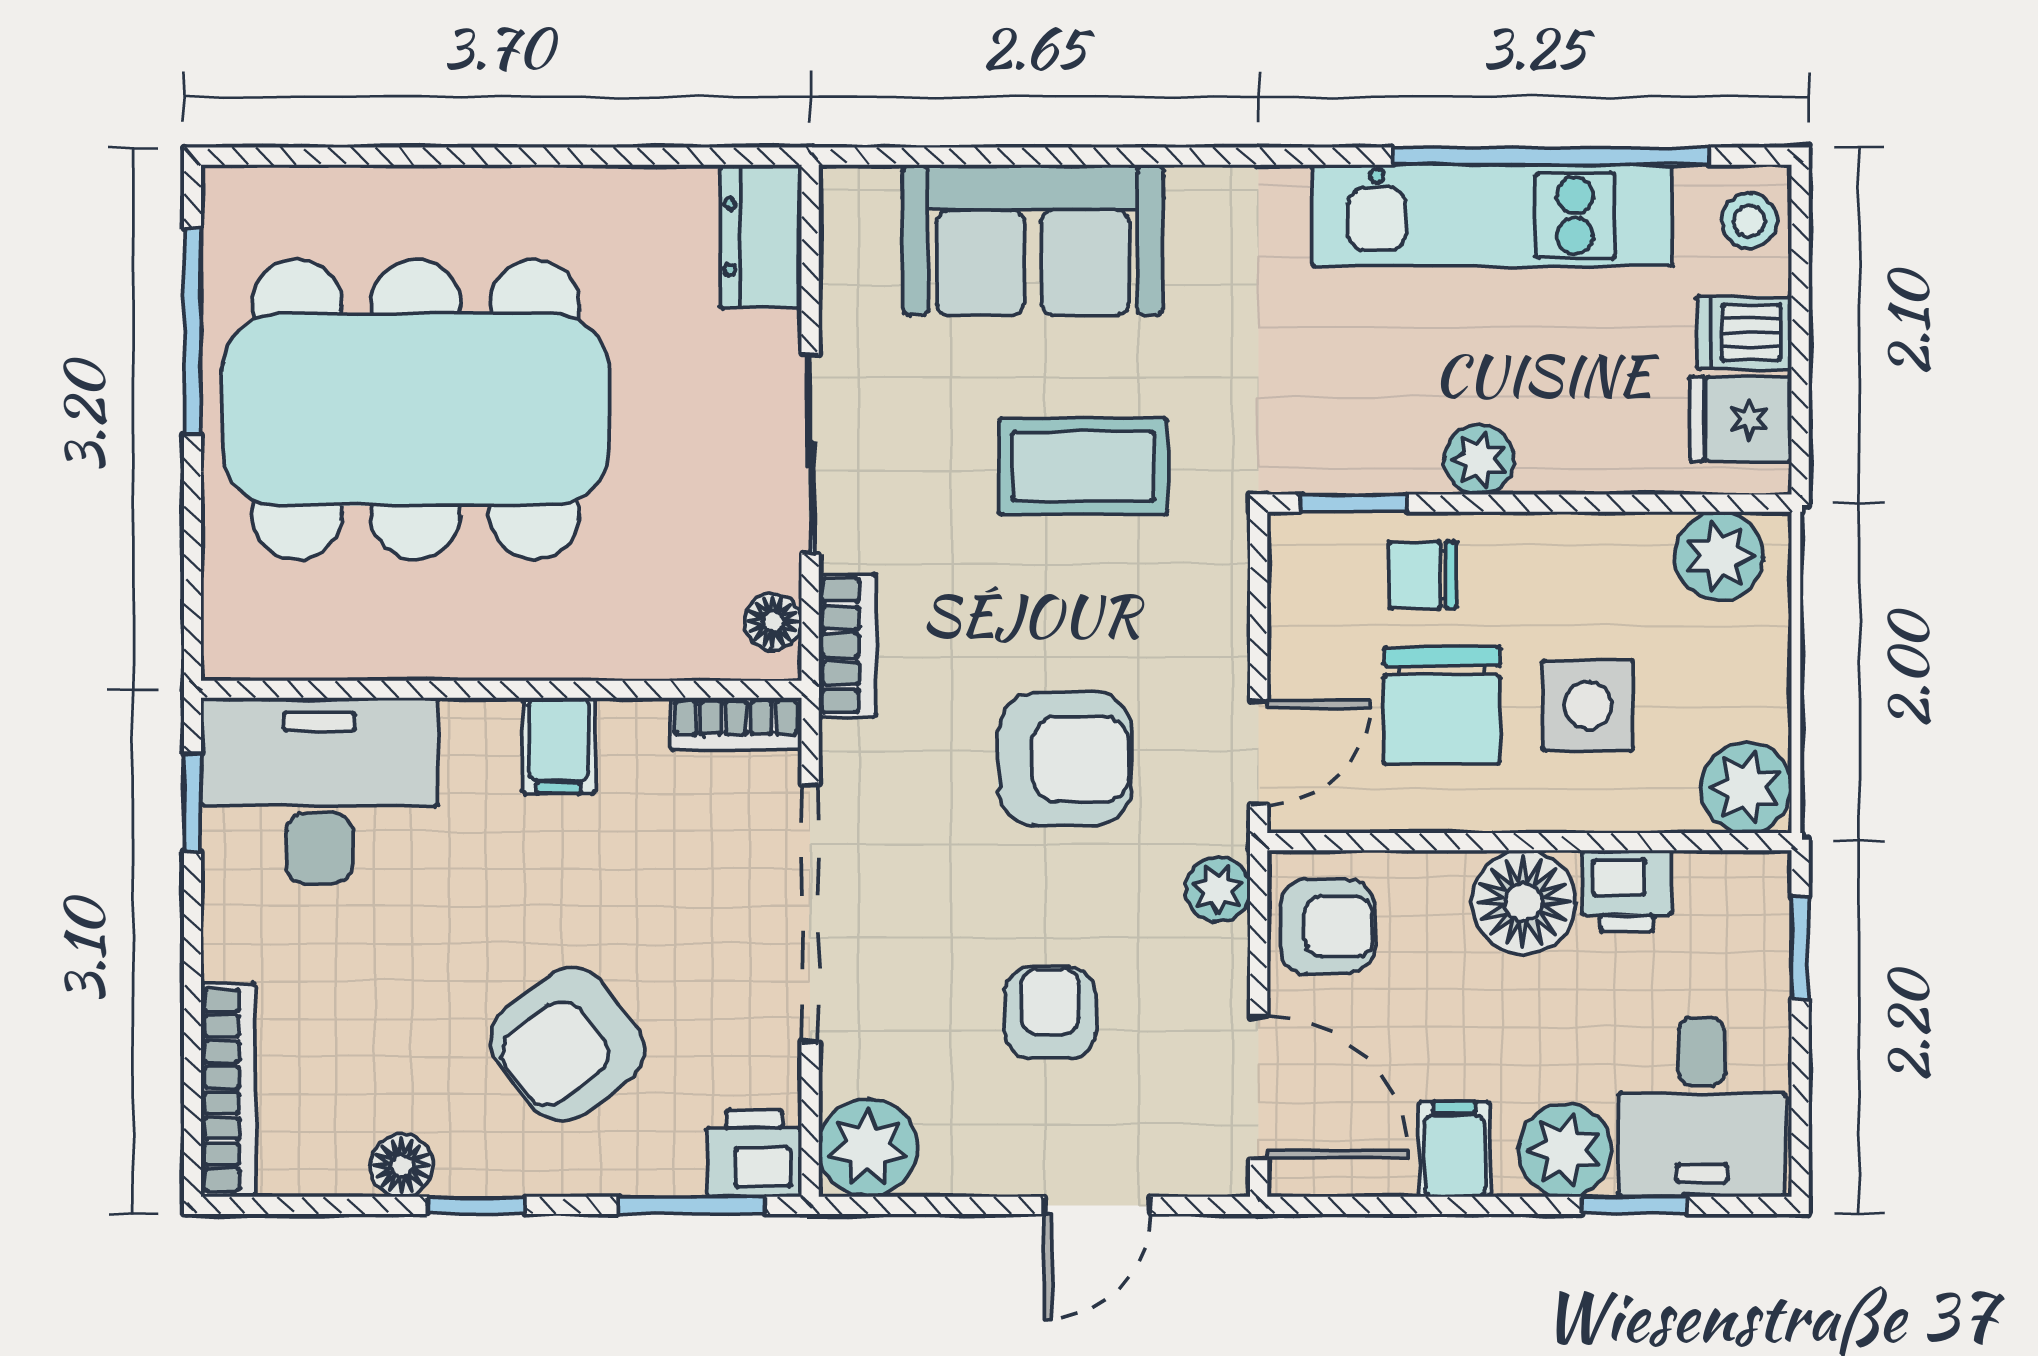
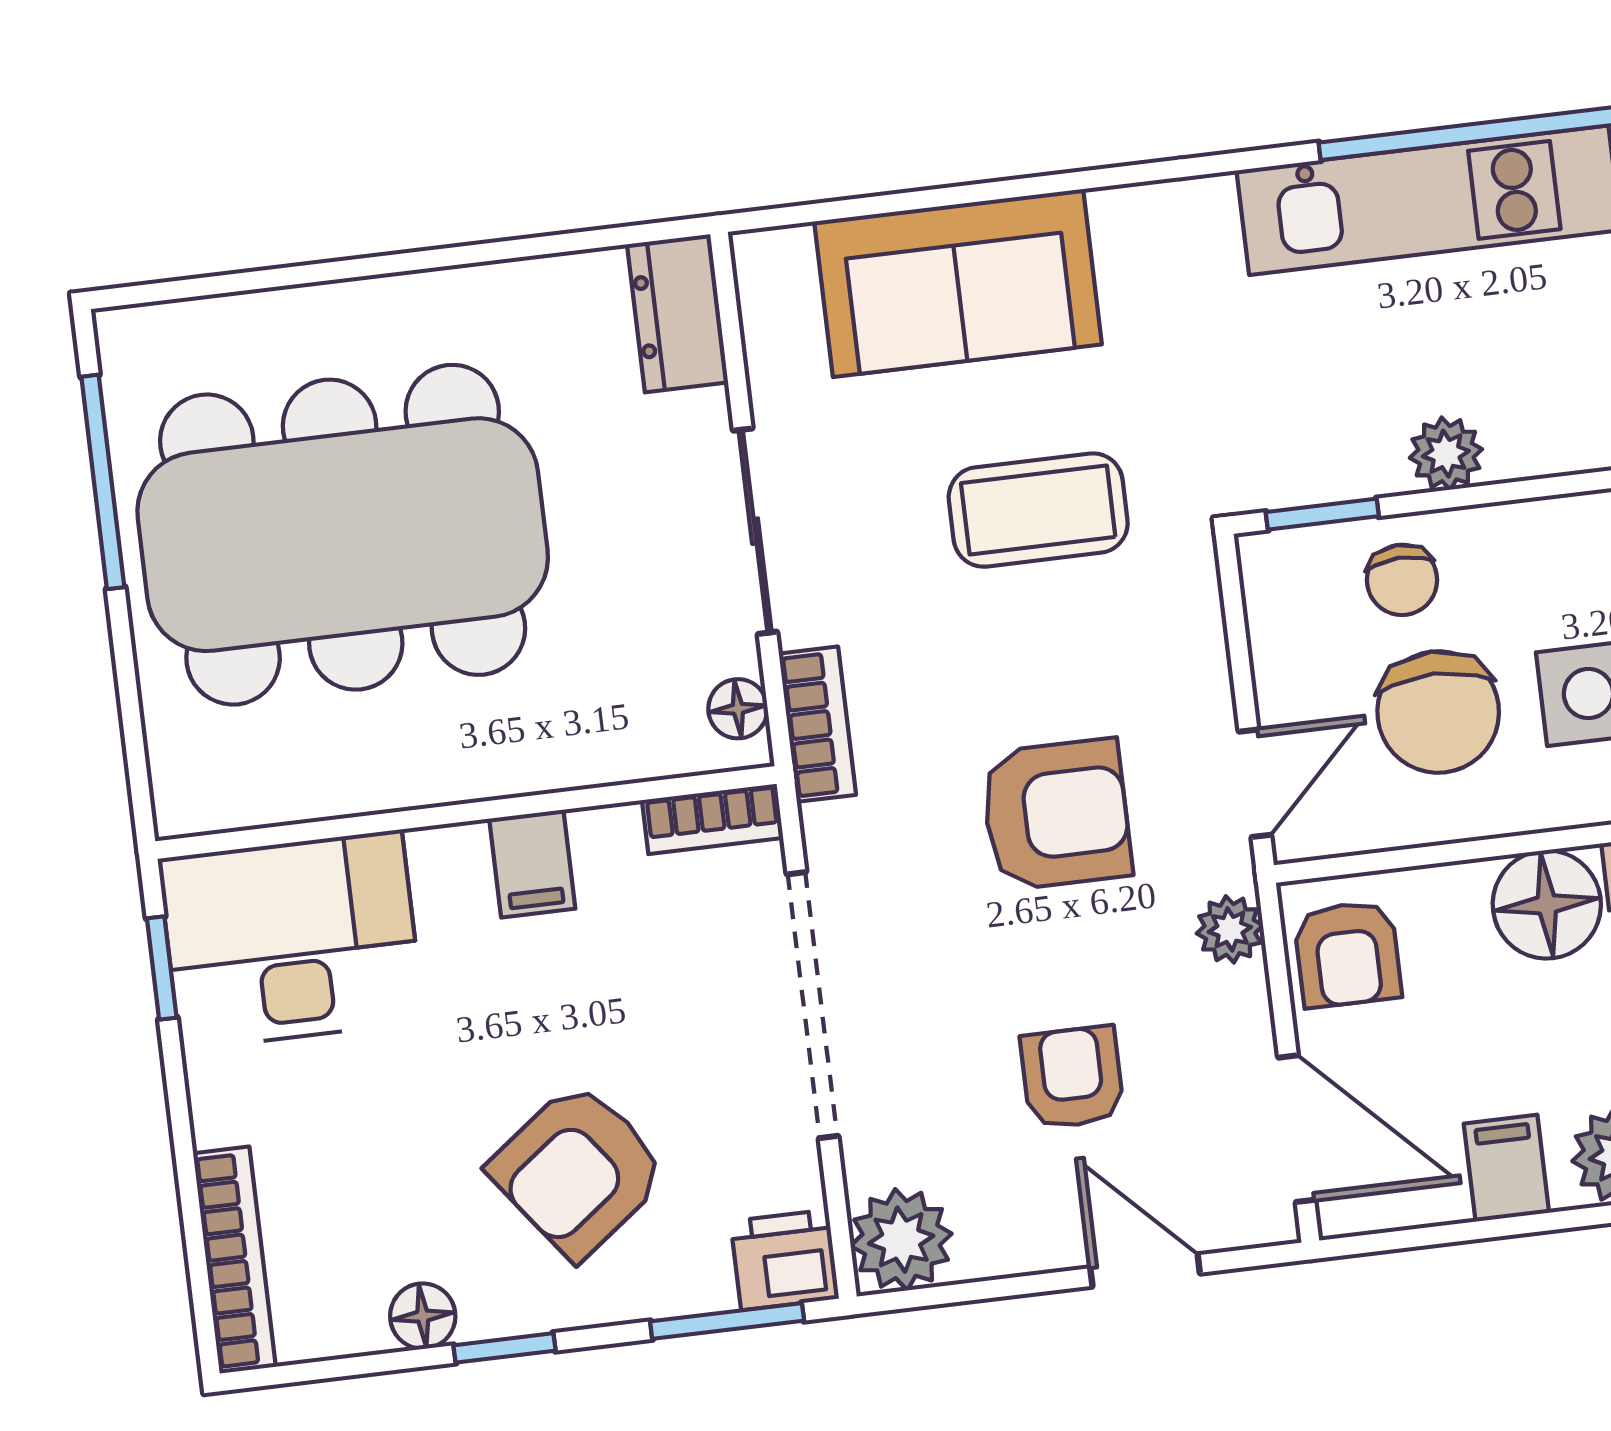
chair: (1423, 575) -> (1402, 580), turned -92
armchair: (1327, 926) -> (1348, 954), turned 90
door: (1097, 1205) -> (1145, 1270), swing flipped

